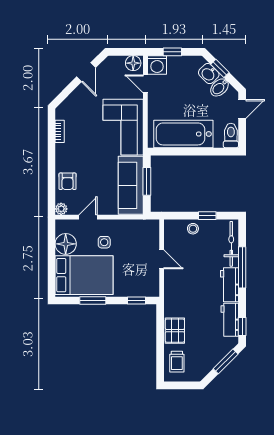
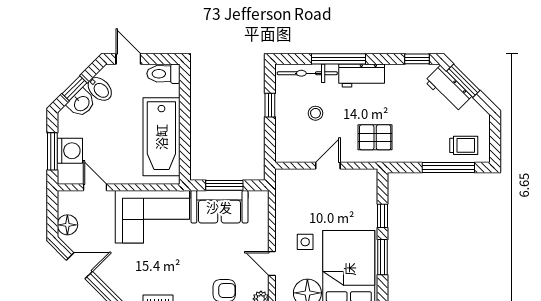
window: (172, 52) -> (52, 151), width x1.50
floor lamp: (133, 63) -> (67, 225), moved
washing machine: (157, 65) -> (70, 151), moved
door: (145, 84) -> (95, 187), swing flipped
sofa: (131, 185) -> (219, 207), width x0.73
stool: (193, 229) -> (315, 113), moved
window: (136, 301) -> (383, 216), moved
workbench: (230, 320) -> (448, 89), moved, turned 45
pallet: (175, 331) -> (375, 137), moved
window: (160, 350) -> (448, 168), added

